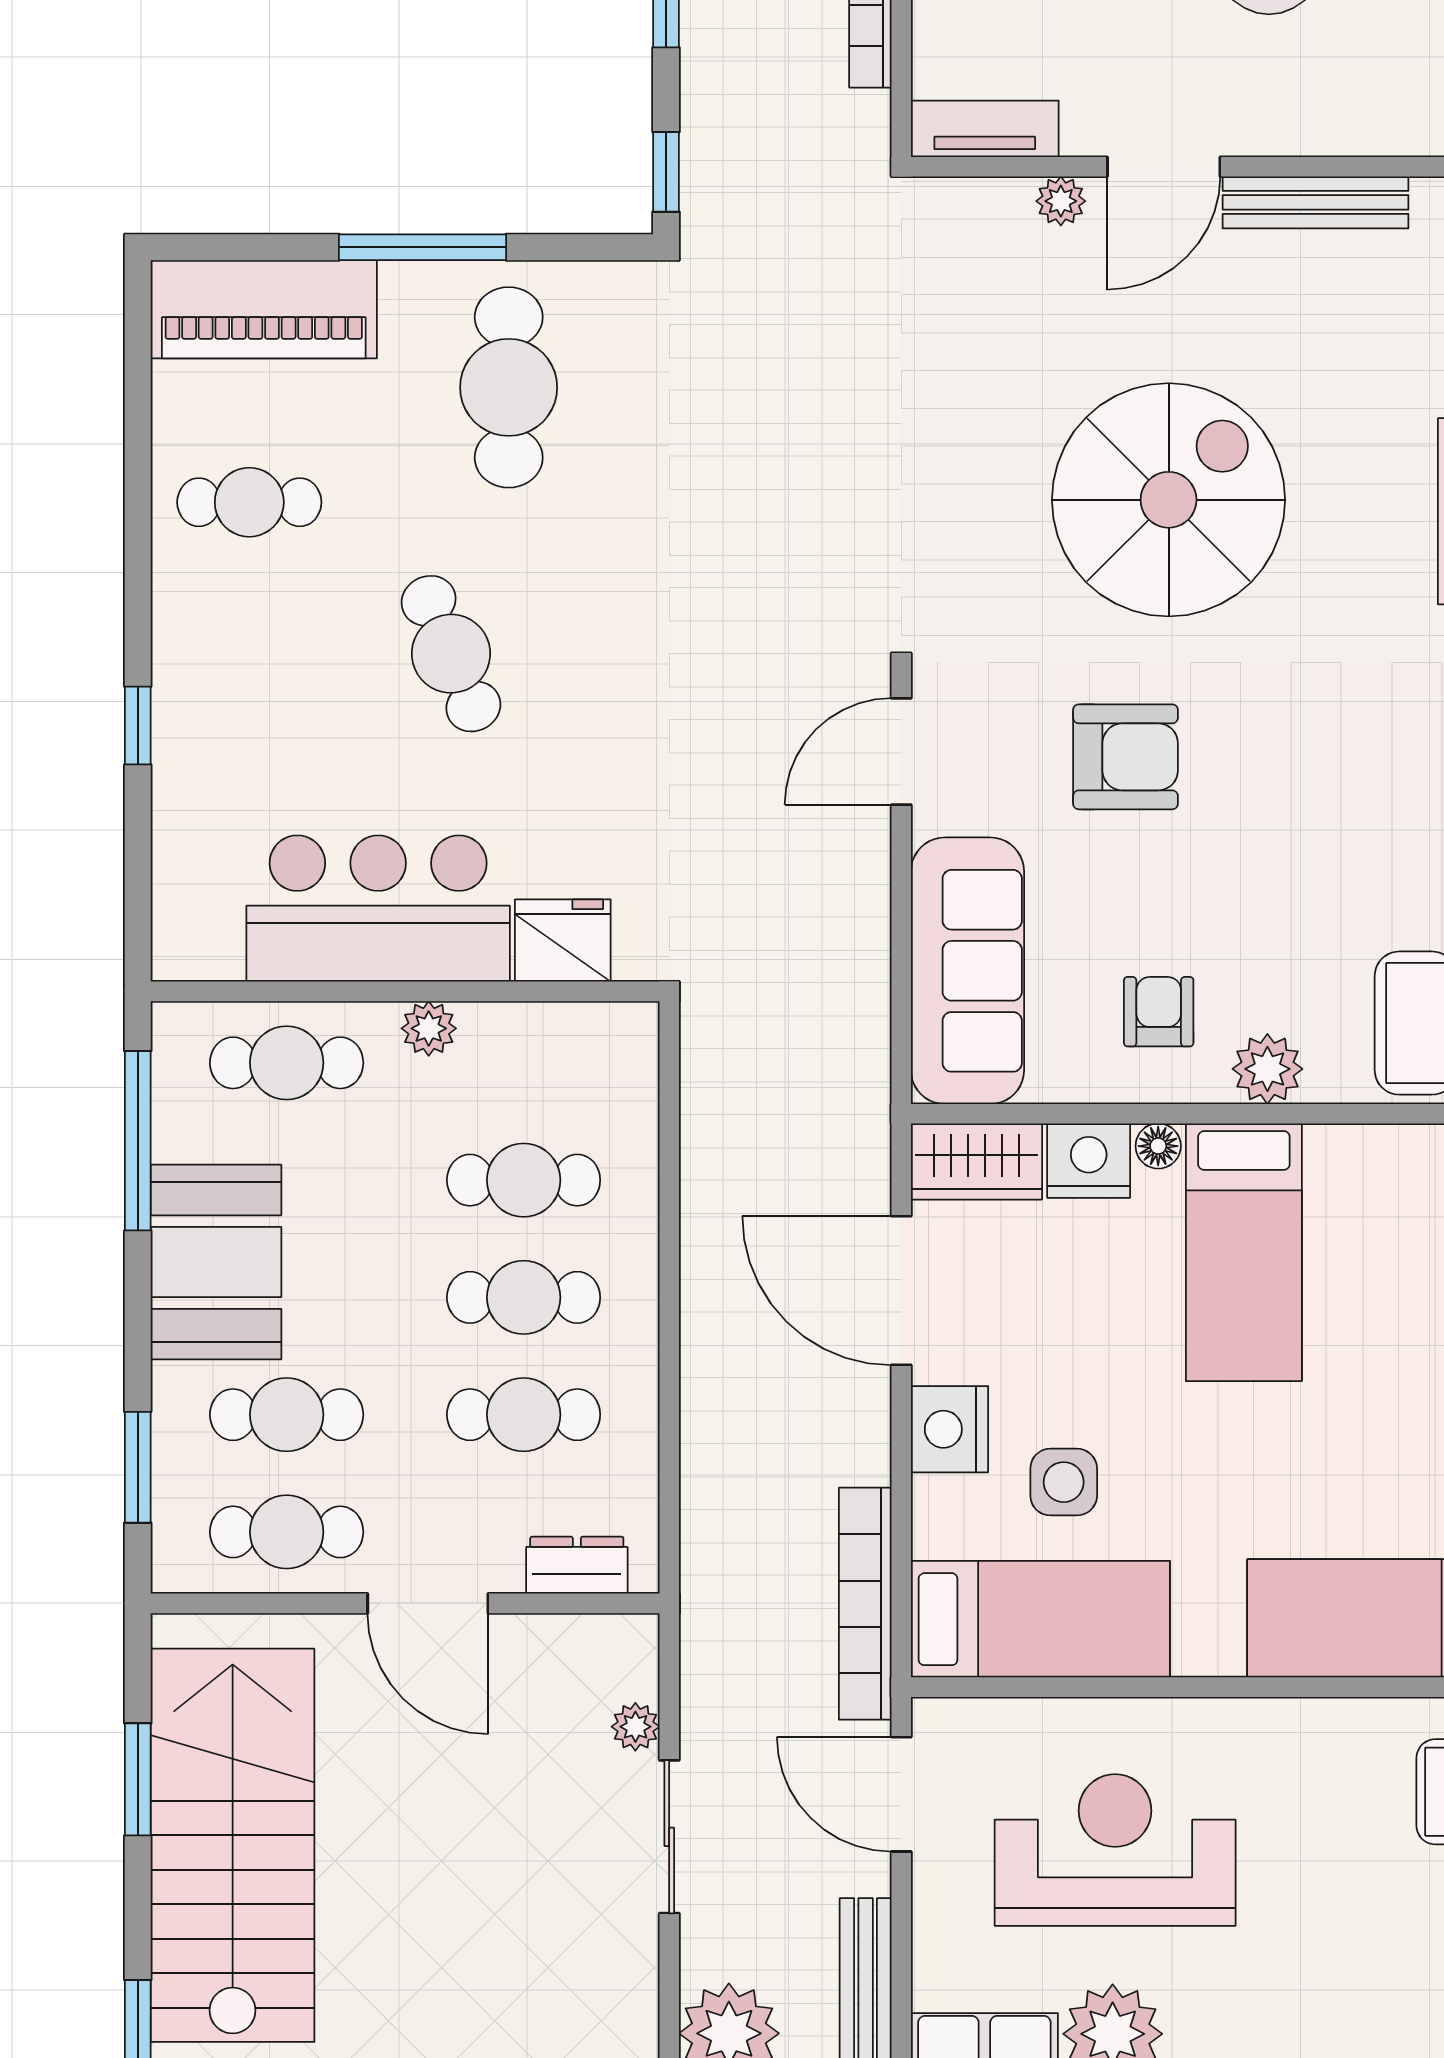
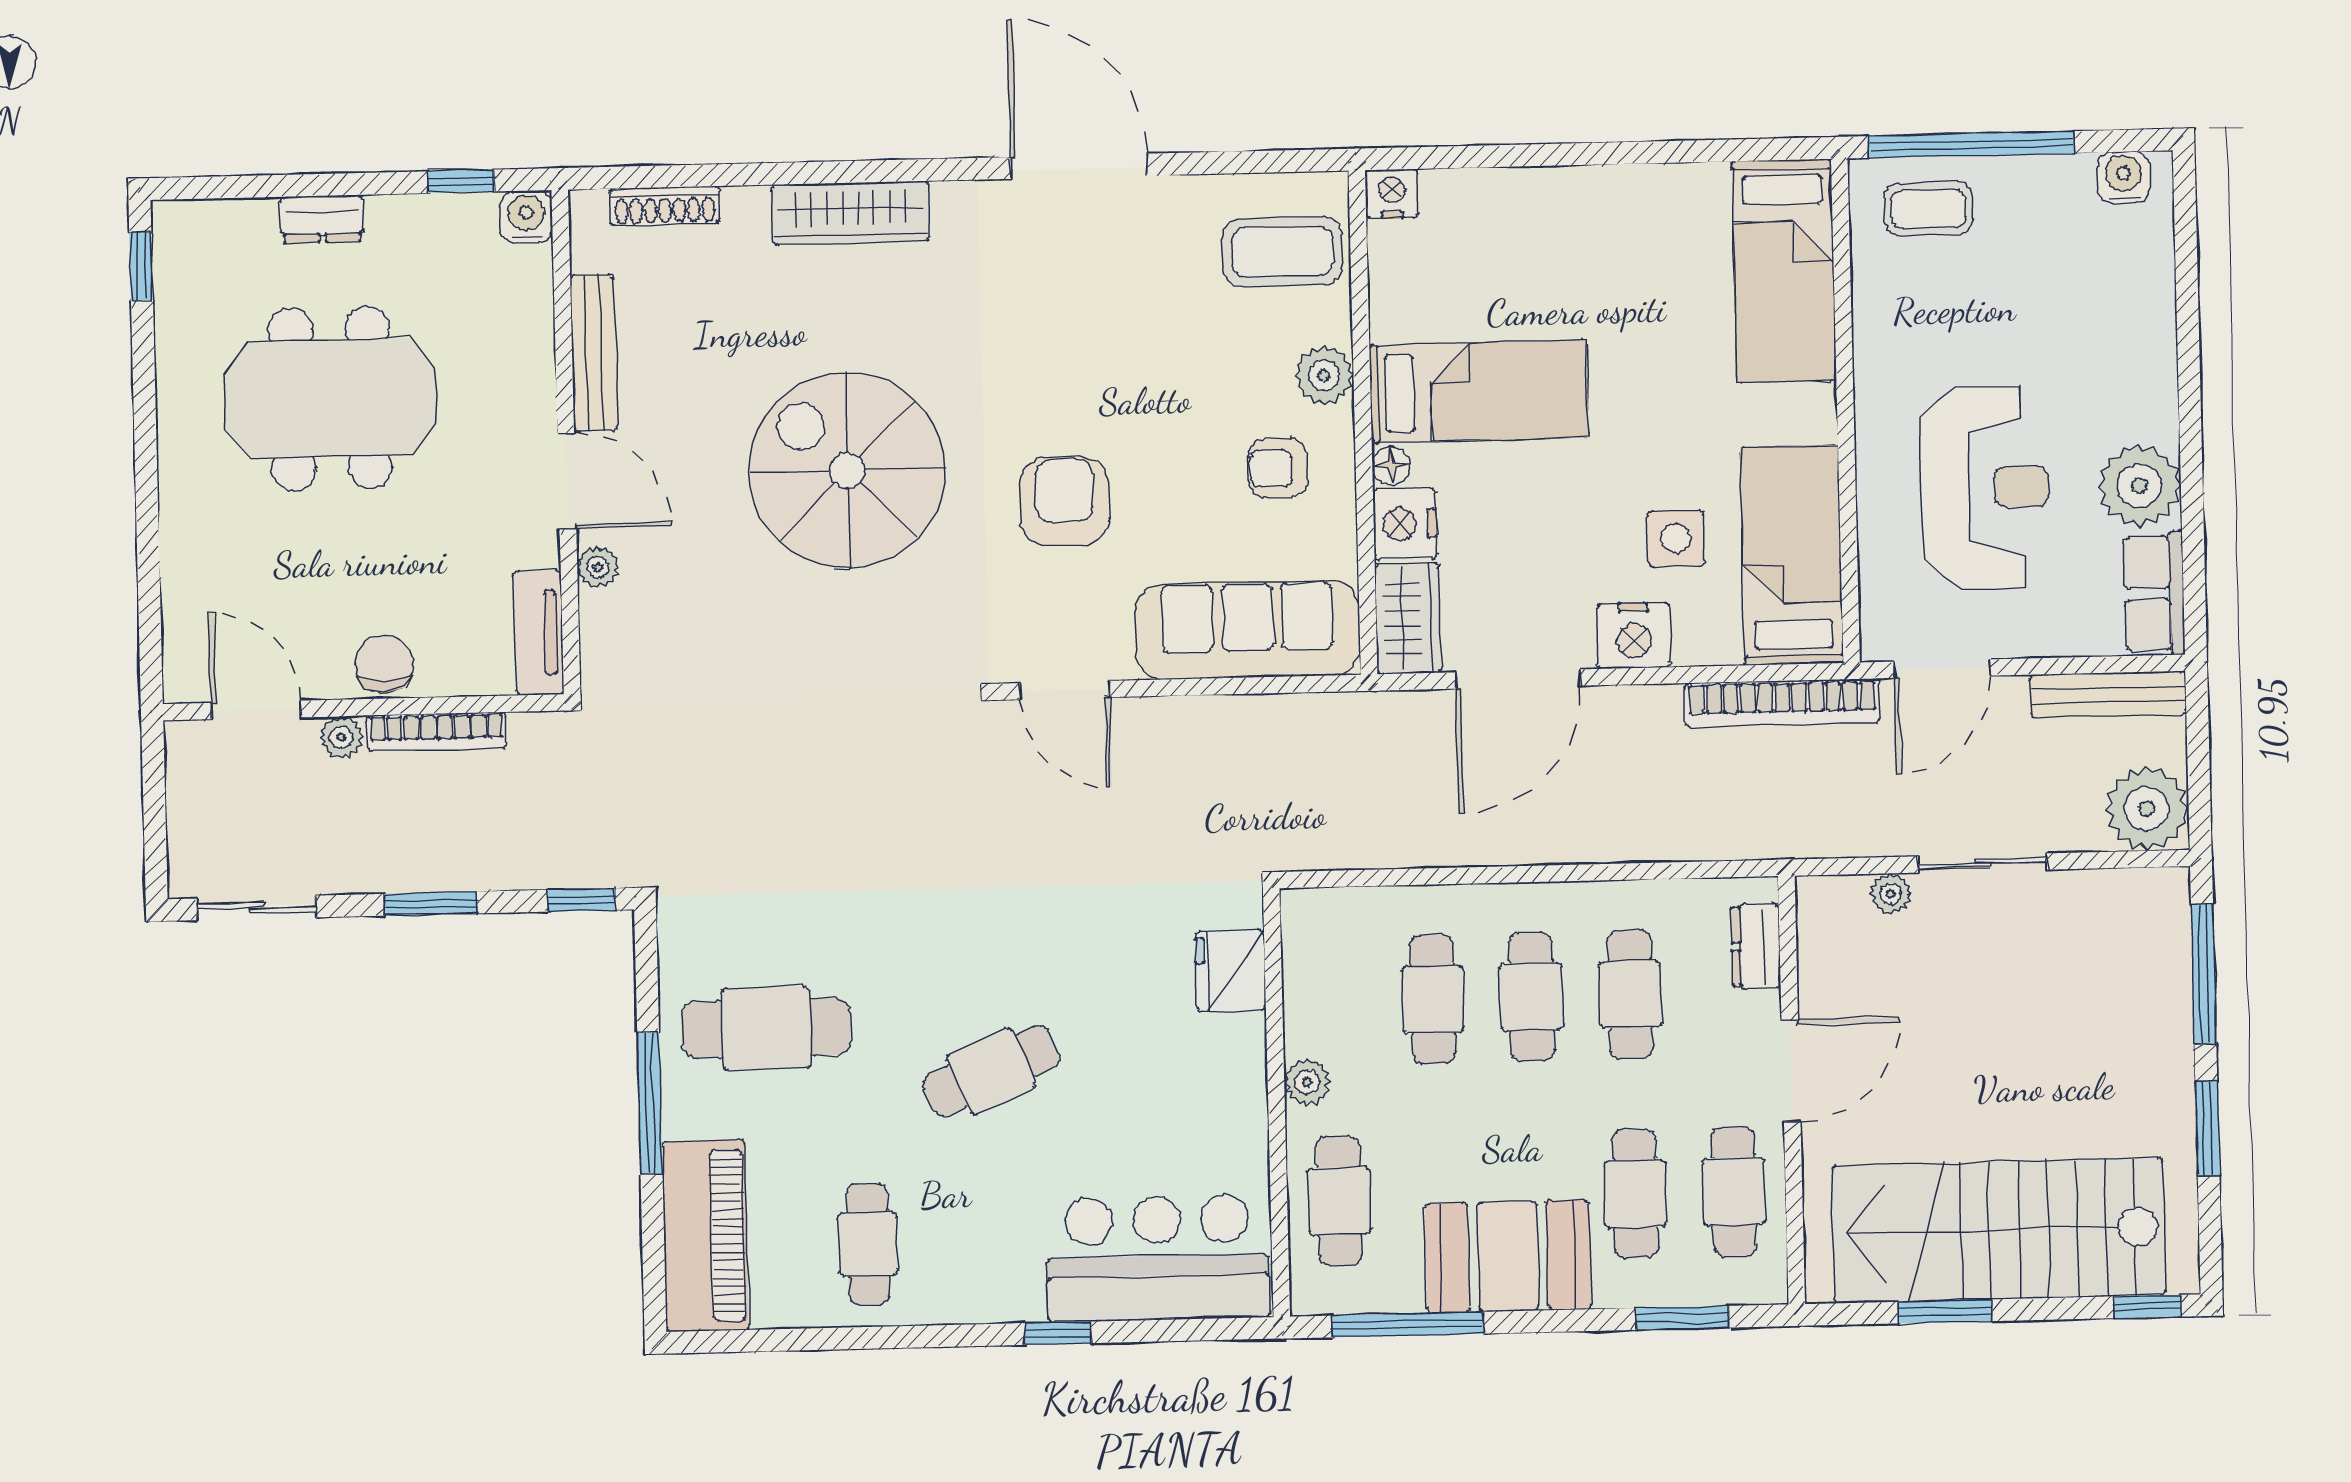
bar counter: (378, 909) -> (1158, 1258), moved, turned 90
reception desk: (1115, 1850) -> (1984, 488), turned 180

